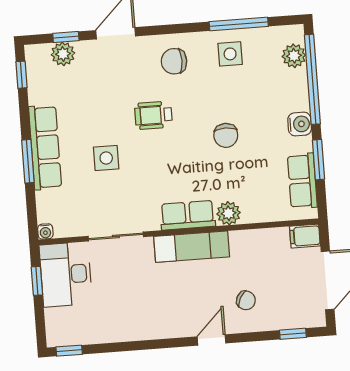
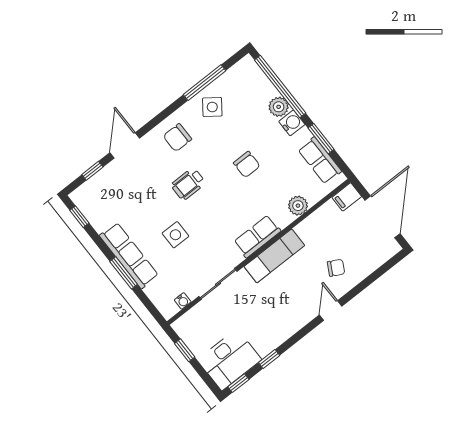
plant: (63, 54) -> (98, 184), removed
side table: (230, 54) -> (212, 107), turned 36
plant: (294, 56) -> (279, 107), moved
plant: (229, 213) -> (298, 206), moved
water cooler: (45, 231) -> (183, 301), moved
desk: (66, 274) -> (229, 360), moved, turned -90
window: (293, 334) -> (269, 359), moved

